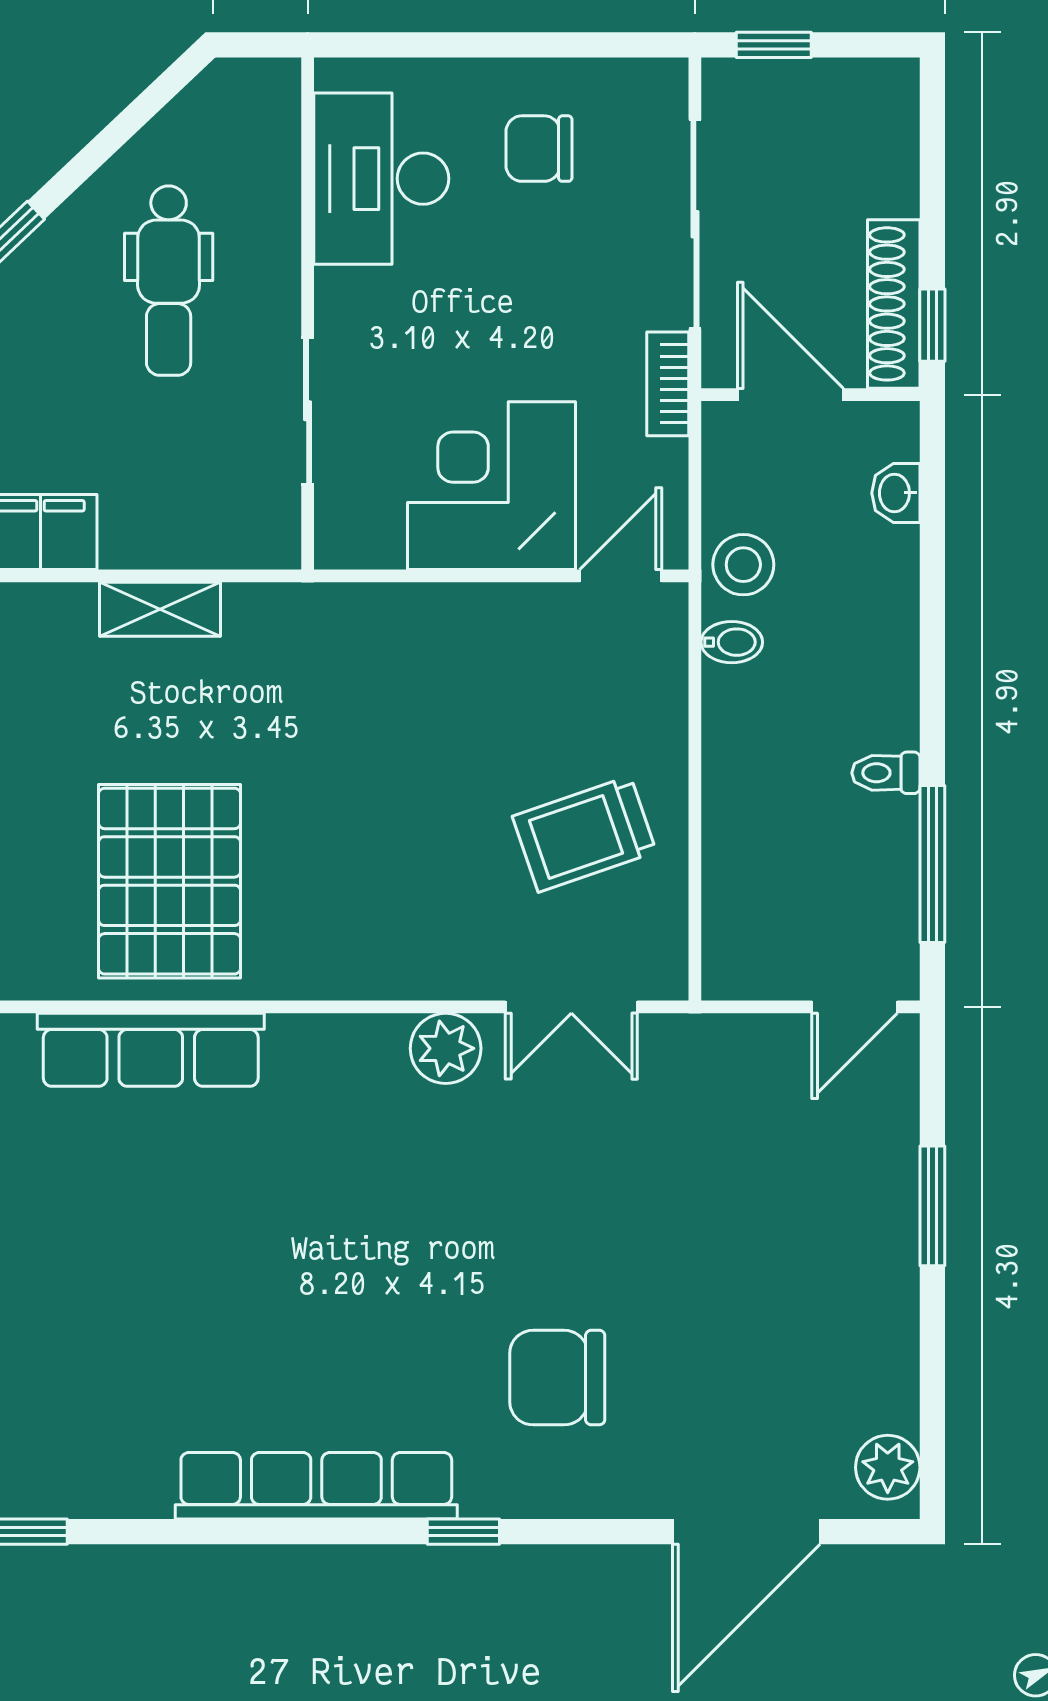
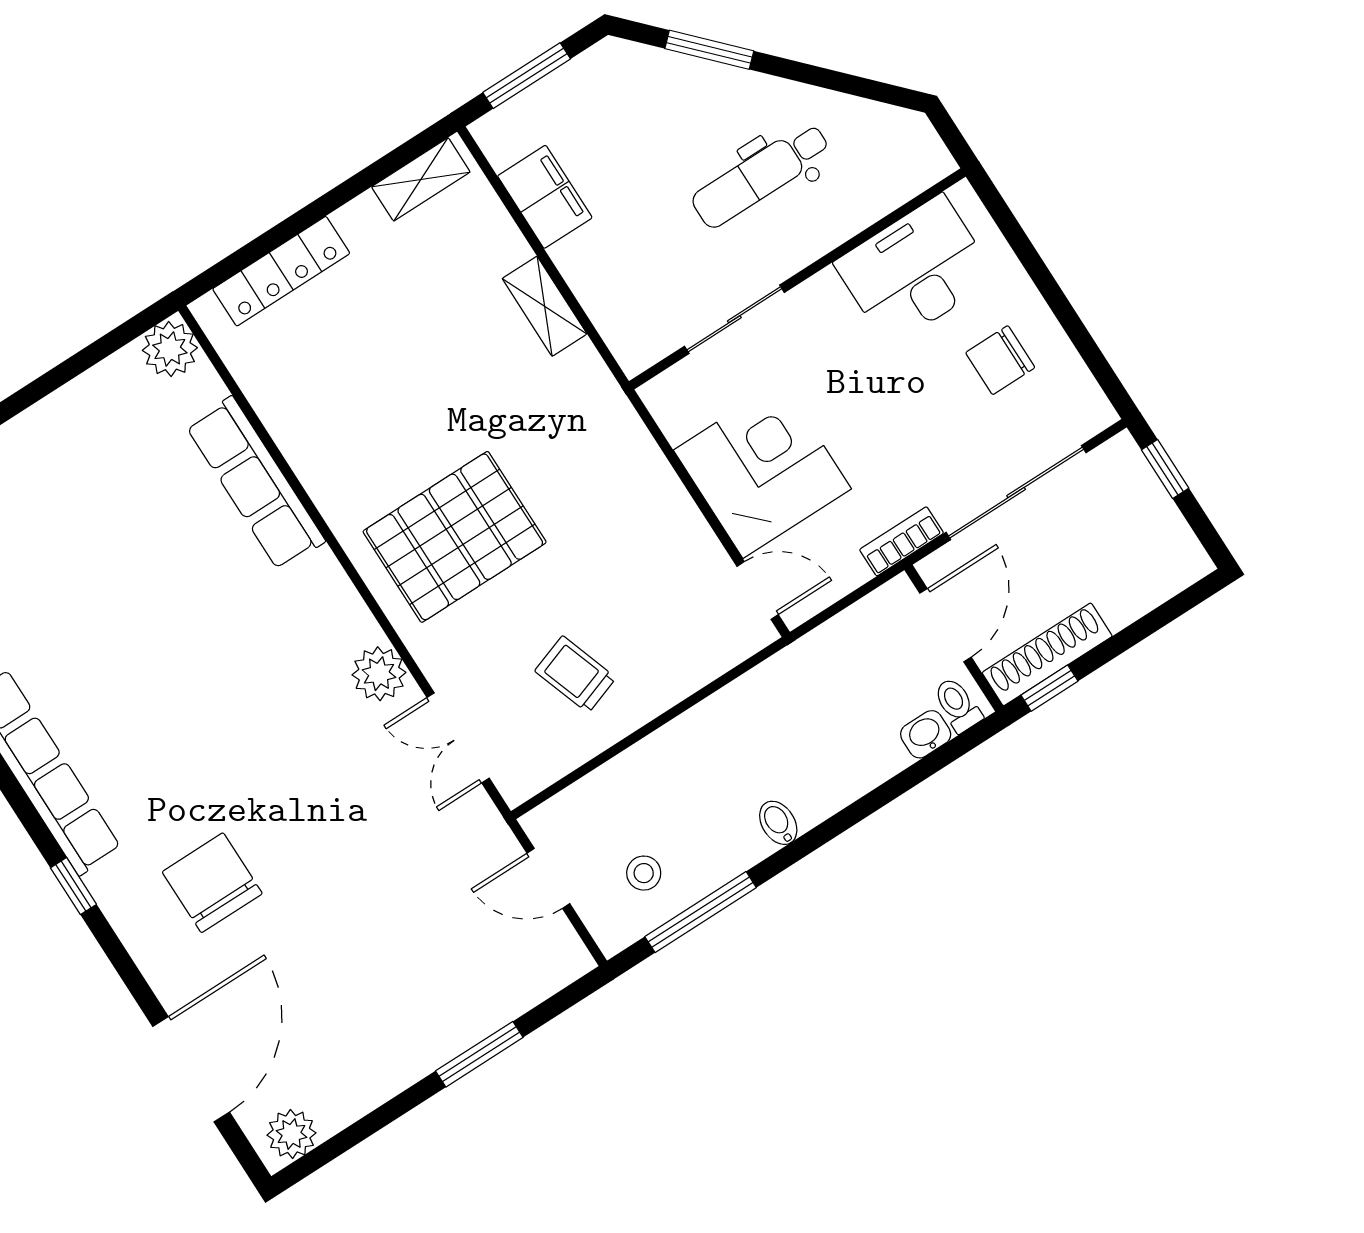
chair: (539, 149) -> (1000, 360), turned -90
stool: (743, 565) -> (644, 873), moved, width x0.73, depth x0.73
bidet: (732, 642) -> (778, 823), moved, turned 180
toilet: (886, 773) -> (957, 705), moved
trolley: (584, 834) -> (575, 674), width x0.73, depth x0.72
pallet: (170, 881) -> (455, 537), moved
door: (855, 1007) -> (548, 878), moved
door: (746, 1532) -> (191, 1069), swing flipped

